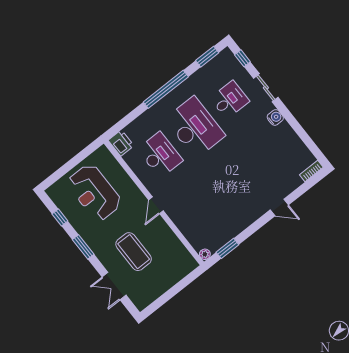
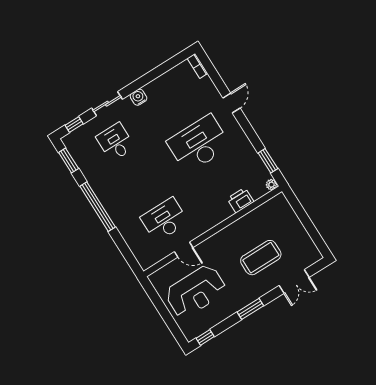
desk: (195, 127) -> (199, 144), moved
printer: (121, 143) -> (240, 200), moved
door: (156, 205) -> (184, 250), moved
window: (60, 218) -> (205, 337), moved

